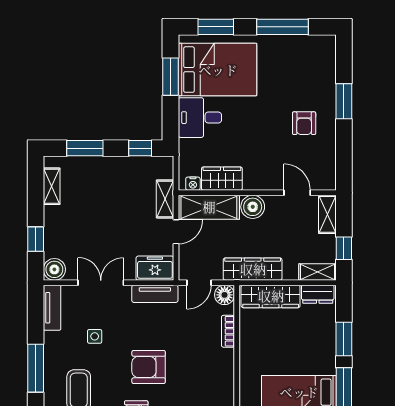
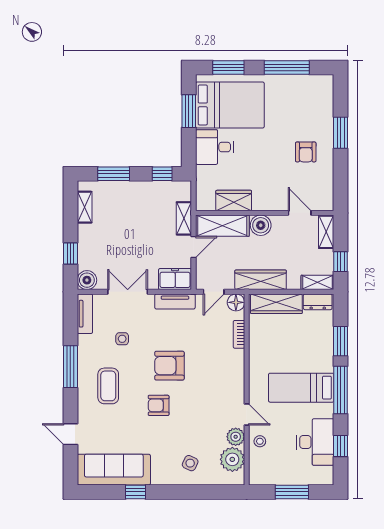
nightstand: (193, 184) -> (208, 205), removed

